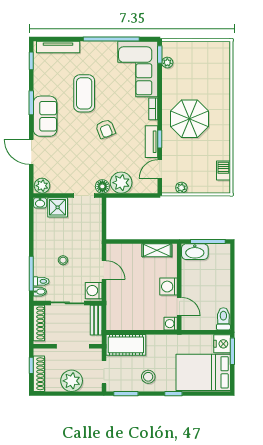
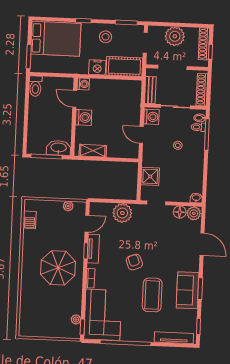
sofa: (45, 116) -> (188, 290), moved
floor lamp: (102, 186) -> (180, 212), moved
shower: (58, 207) -> (150, 176), moved
nightstand: (222, 344) -> (97, 67), moved, turned -90

